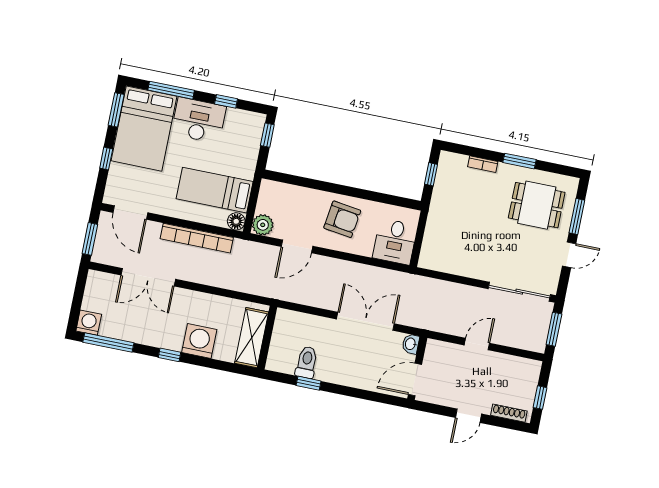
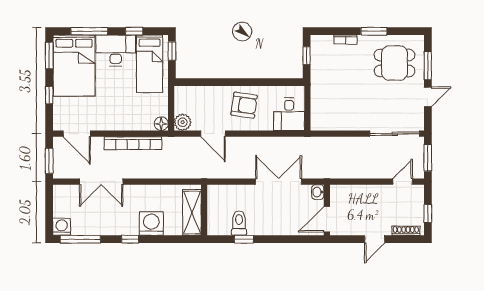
bed: (215, 190) -> (150, 64), moved, turned -90
door: (297, 246) -> (213, 134), hinge flipped
door: (477, 344) -> (403, 182), moved

